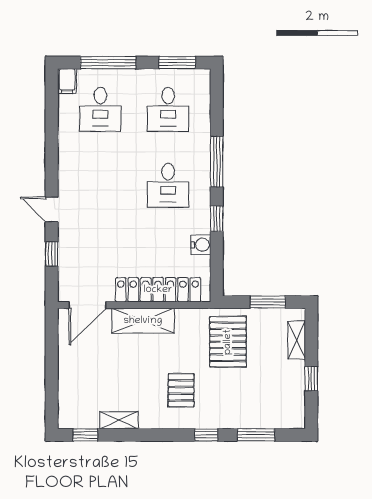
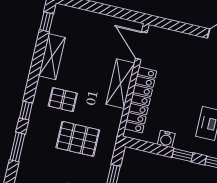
window: (52, 254) -> (185, 28), removed
pallet: (228, 342) -> (78, 139), moved
shelving: (119, 420) -> (52, 57), width x1.50, depth x1.33

